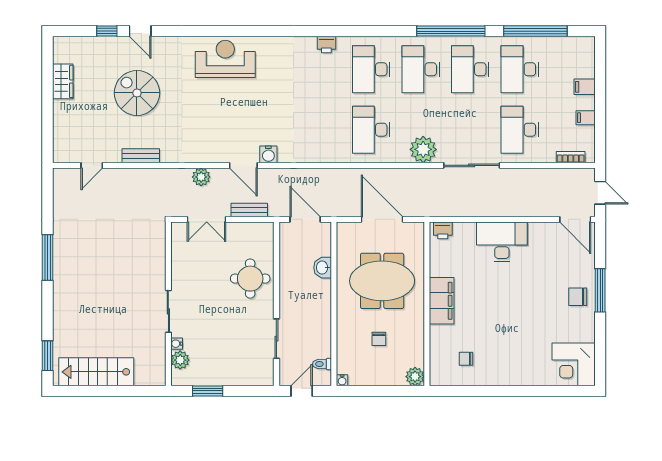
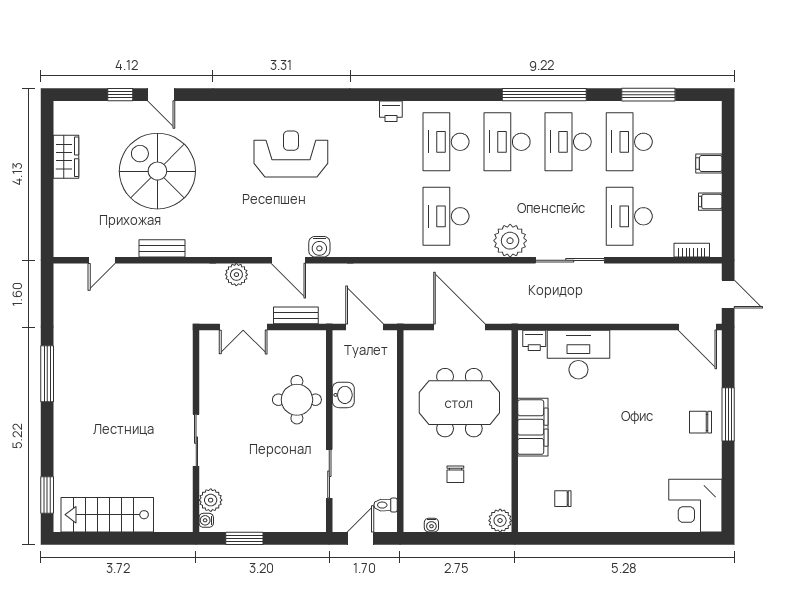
window: (535, 31) -> (648, 95), width x0.68
reception desk: (225, 59) -> (291, 154), moved
spiral stairs: (137, 93) -> (157, 171), width x1.37, depth x1.37
desk: (502, 242) -> (578, 355), moved
washbasin: (323, 268) -> (343, 395), moved, turned 180
water cooler: (177, 344) -> (206, 520), moved
water cooler: (342, 380) -> (431, 525), moved

